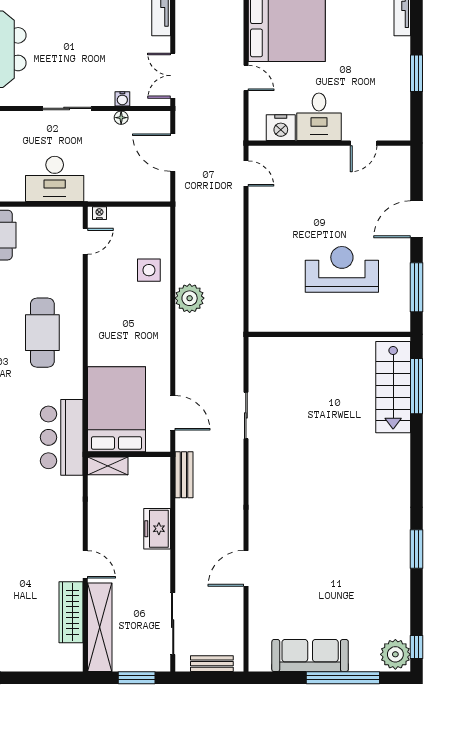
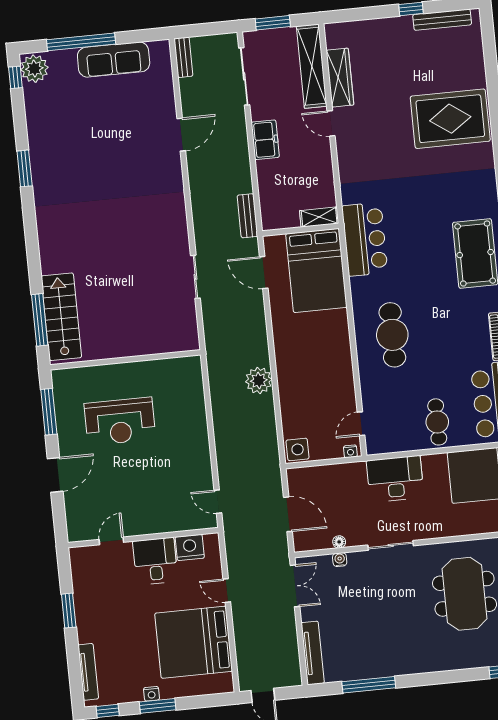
side table: (149, 270) -> (298, 449), moved
freezer: (157, 529) -> (265, 140), moved
bench: (212, 664) -> (183, 57), moved, turned 90

